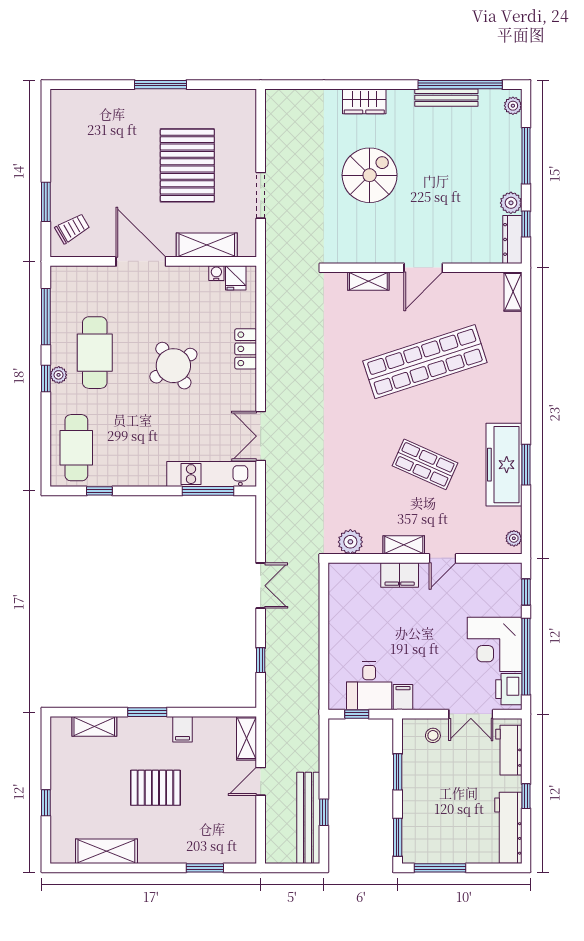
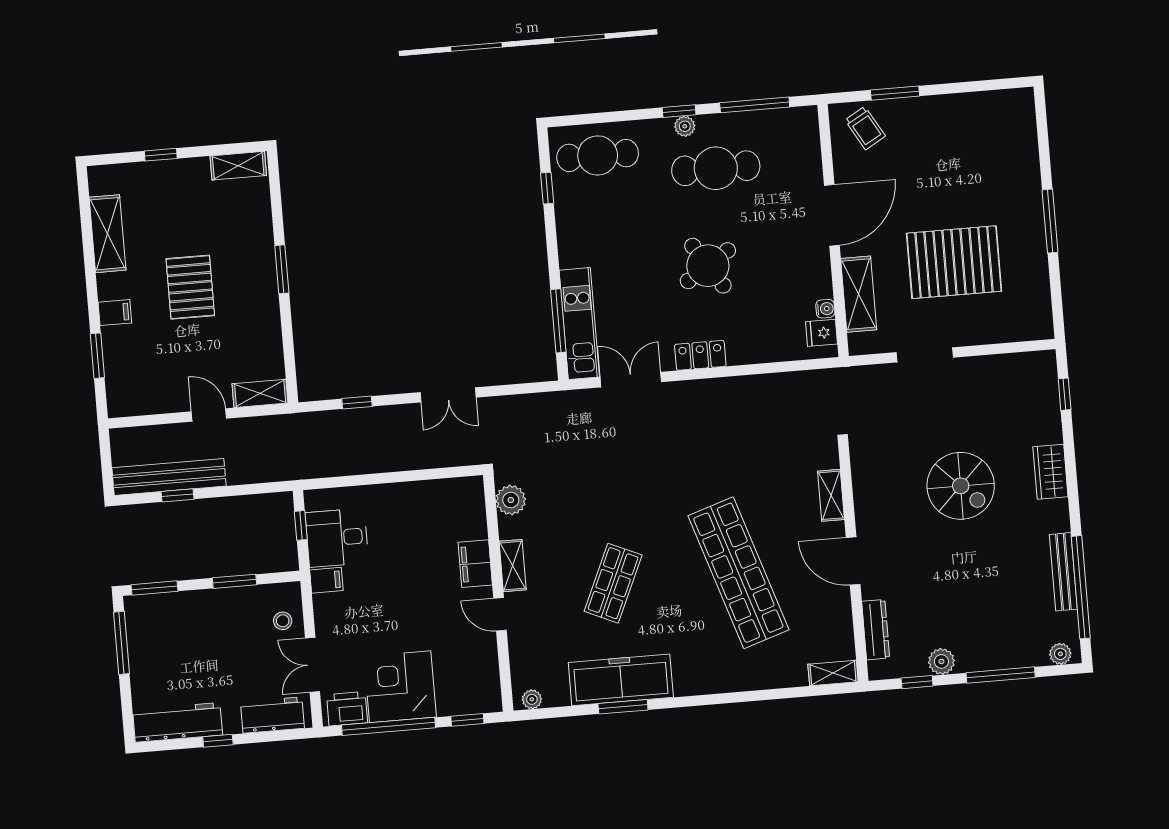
window: (302, 85) -> (1065, 394), added
dresser: (512, 239) -> (876, 630), moved, turned 90
locker: (246, 349) -> (700, 355), moved
shelving: (94, 726) -> (238, 166), moved, turned 90
filing cabinet: (182, 729) -> (115, 313), moved, turned 180

